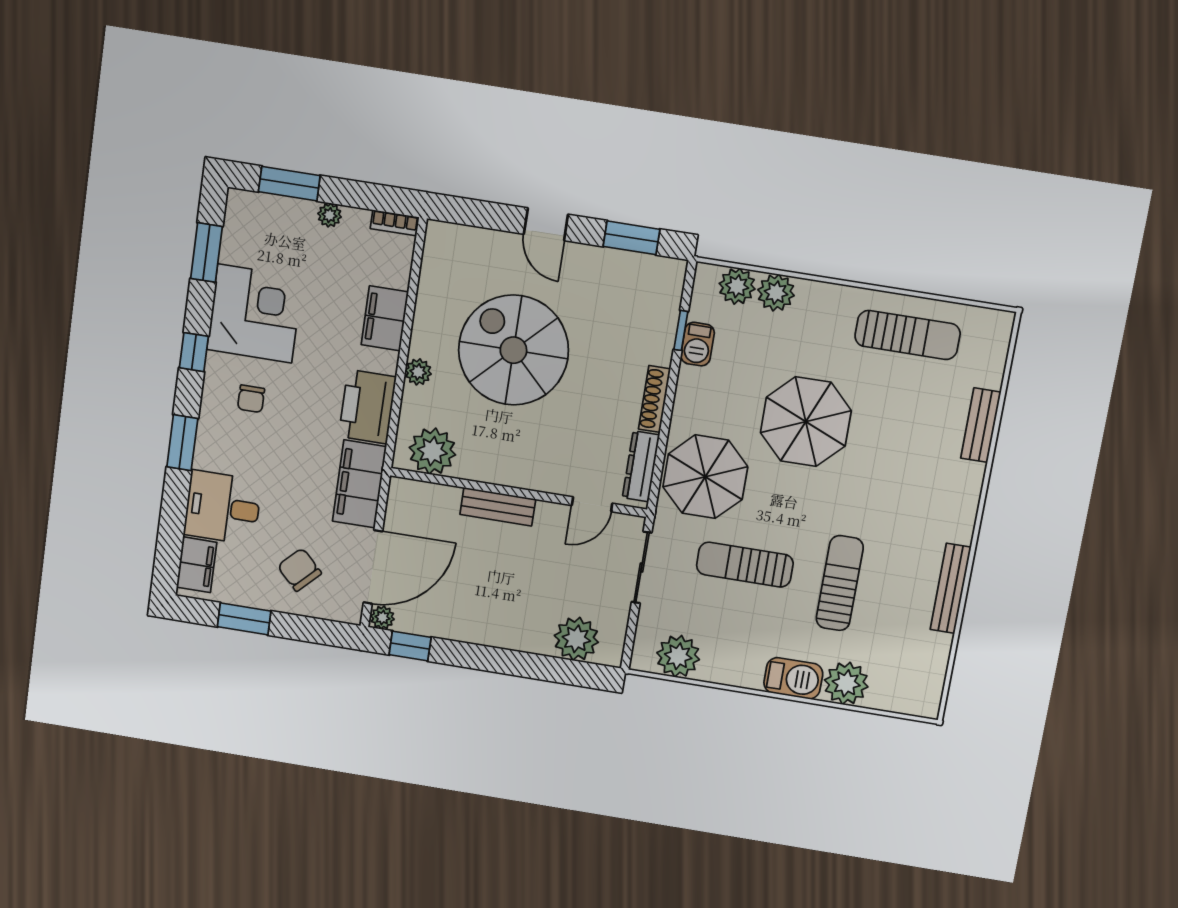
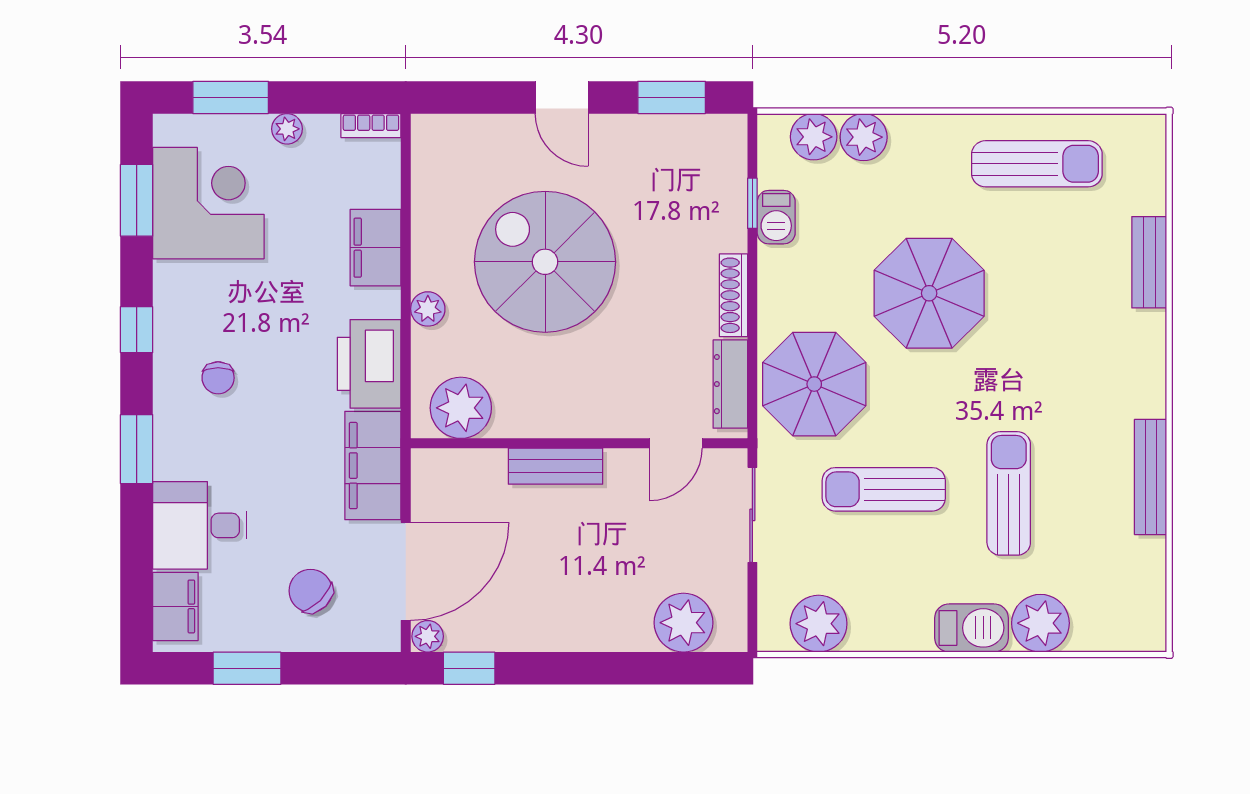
corner desk: (255, 314) -> (208, 203), moved

